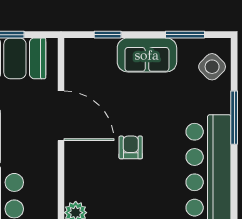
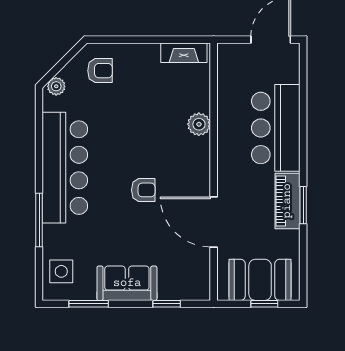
side table: (212, 67) -> (61, 271), turned 45
armchair: (131, 147) -> (143, 190), turned -90

